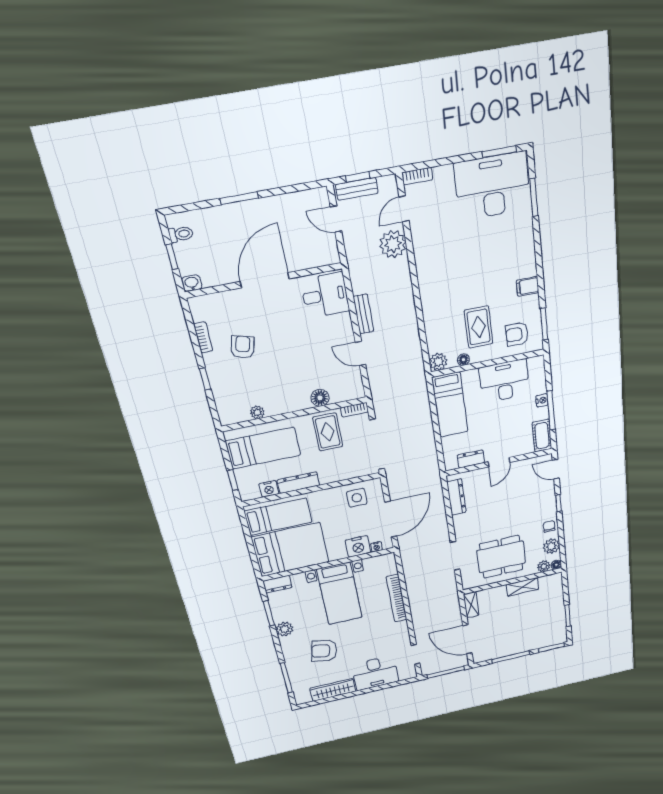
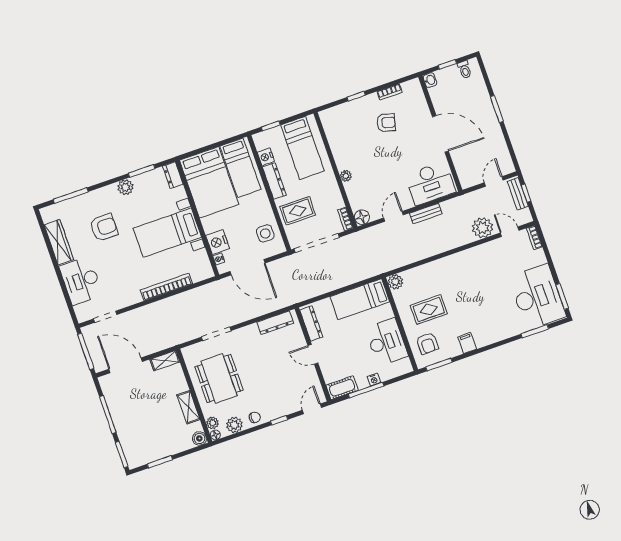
desk: (325, 295) -> (430, 183), width x1.37
armchair: (517, 334) -> (427, 343), turned 180
floor lamp: (463, 360) -> (400, 303), removed
floor lamp: (320, 398) -> (362, 217), moved
plant: (257, 412) -> (346, 176), moved
rug: (328, 432) -> (298, 211), moved
dresser: (471, 459) -> (311, 323), width x1.44
boiler: (556, 579) -> (199, 438), added
door: (467, 639) -> (126, 365), hinge flipped
armchair: (324, 651) -> (104, 227), turned 78

